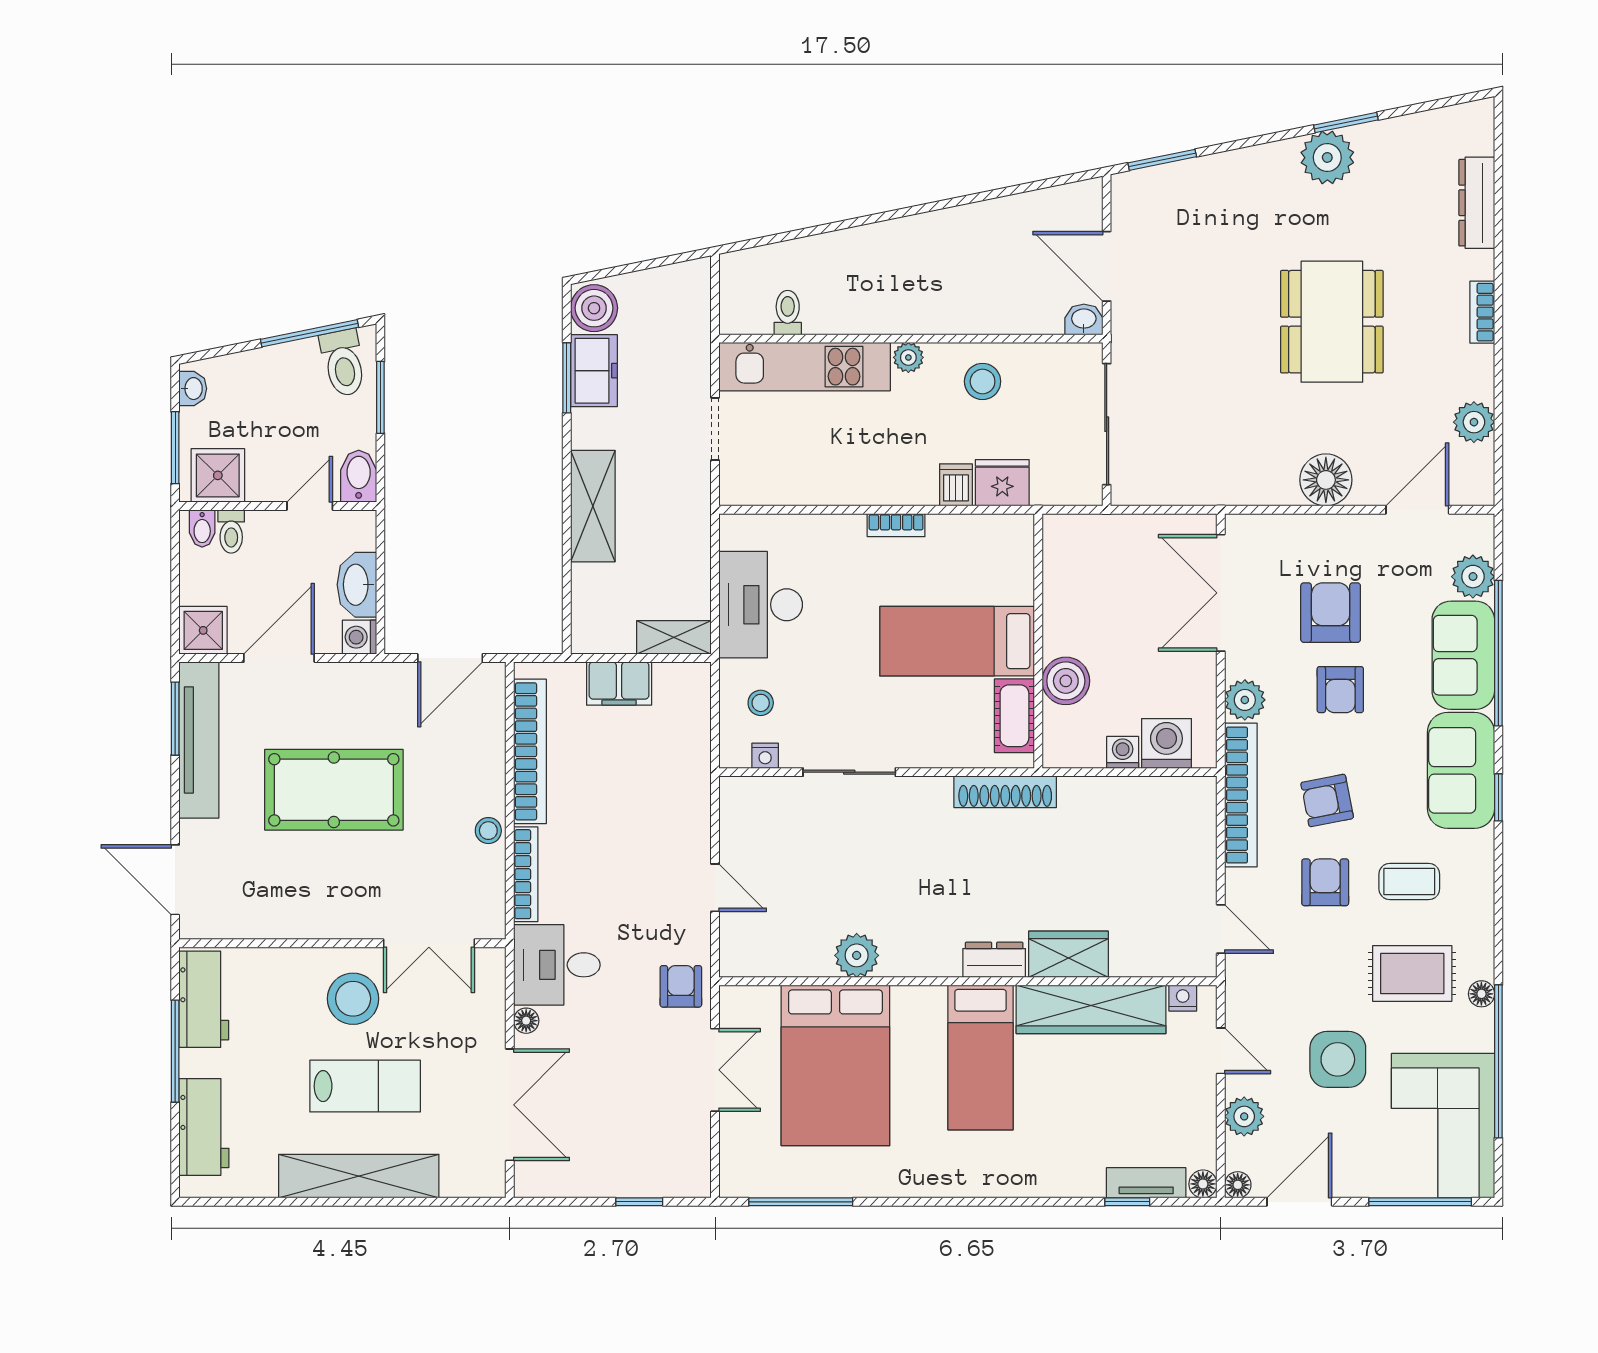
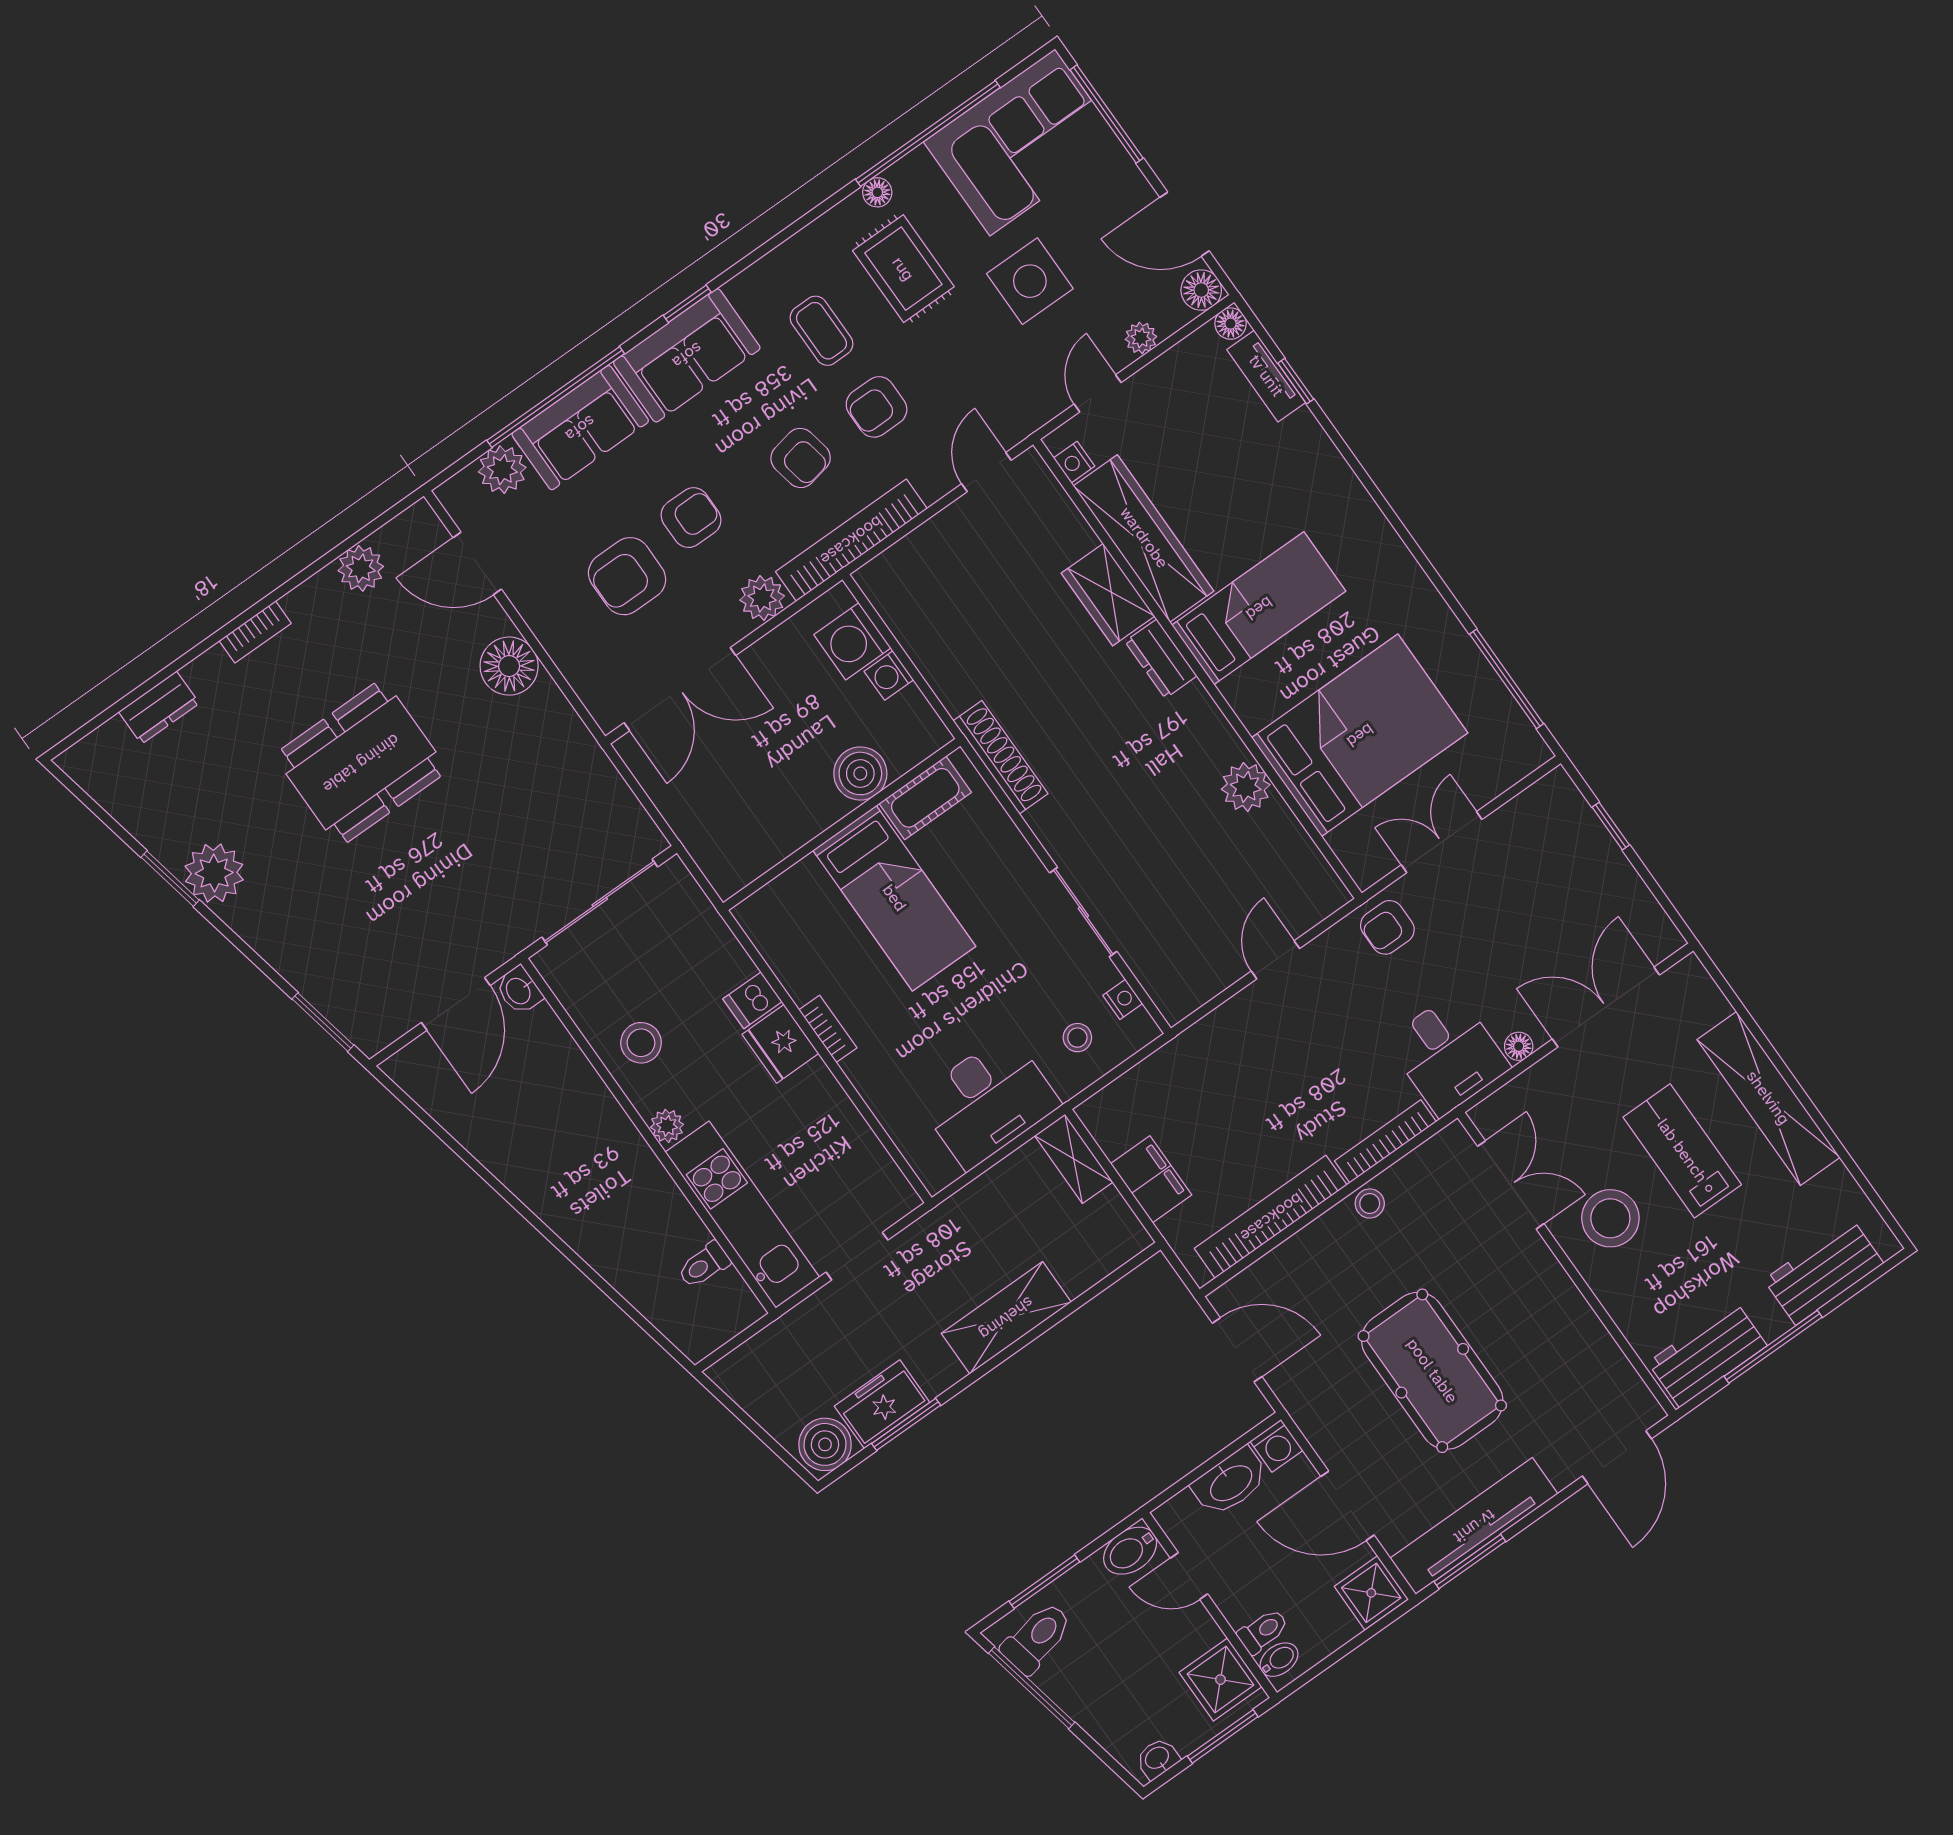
dresser: (1477, 203) -> (159, 708), width x0.70
fridge: (1002, 483) -> (780, 1044), moved
plant: (1244, 1116) -> (1141, 338), width x0.73, depth x0.73
floor lamp: (1238, 1185) -> (1201, 290), width x1.37, depth x1.37

